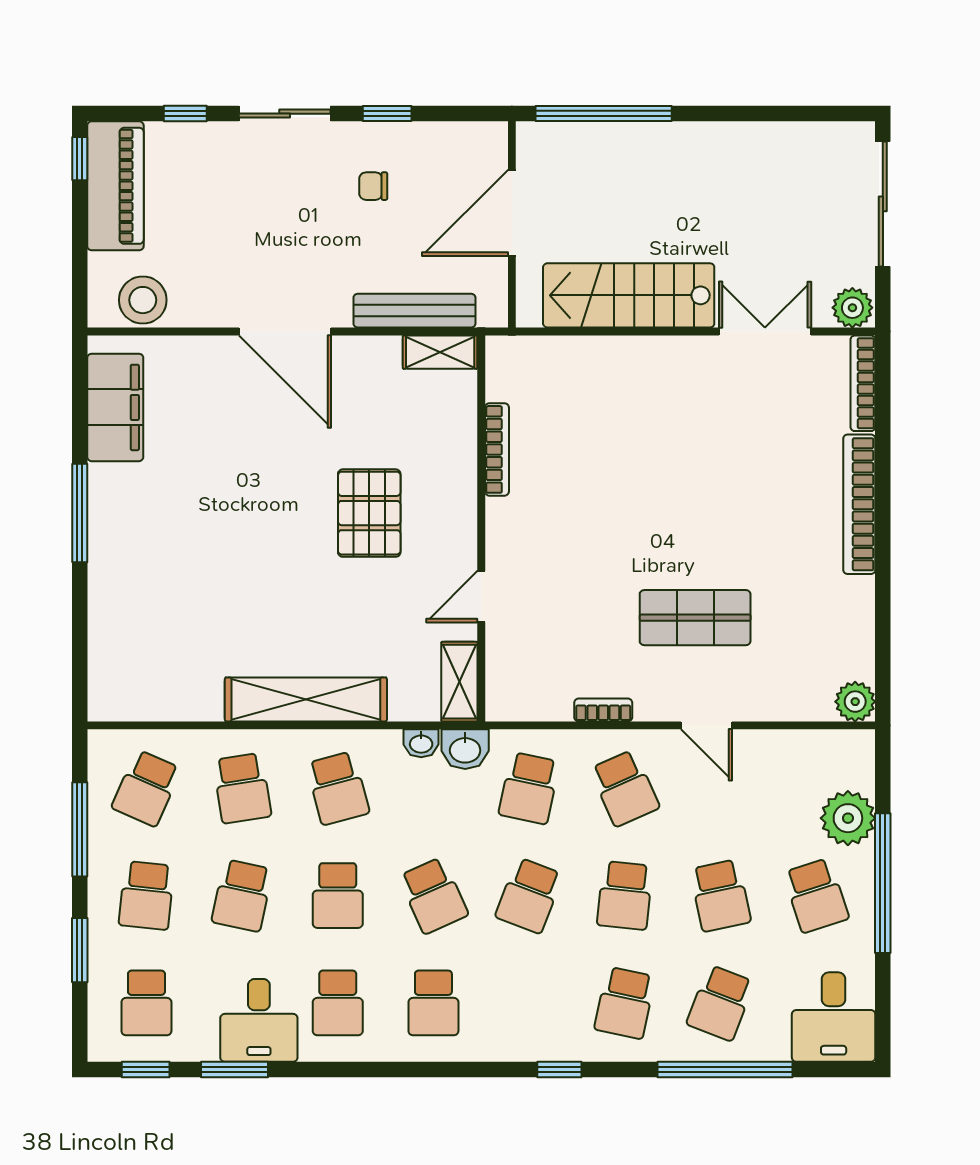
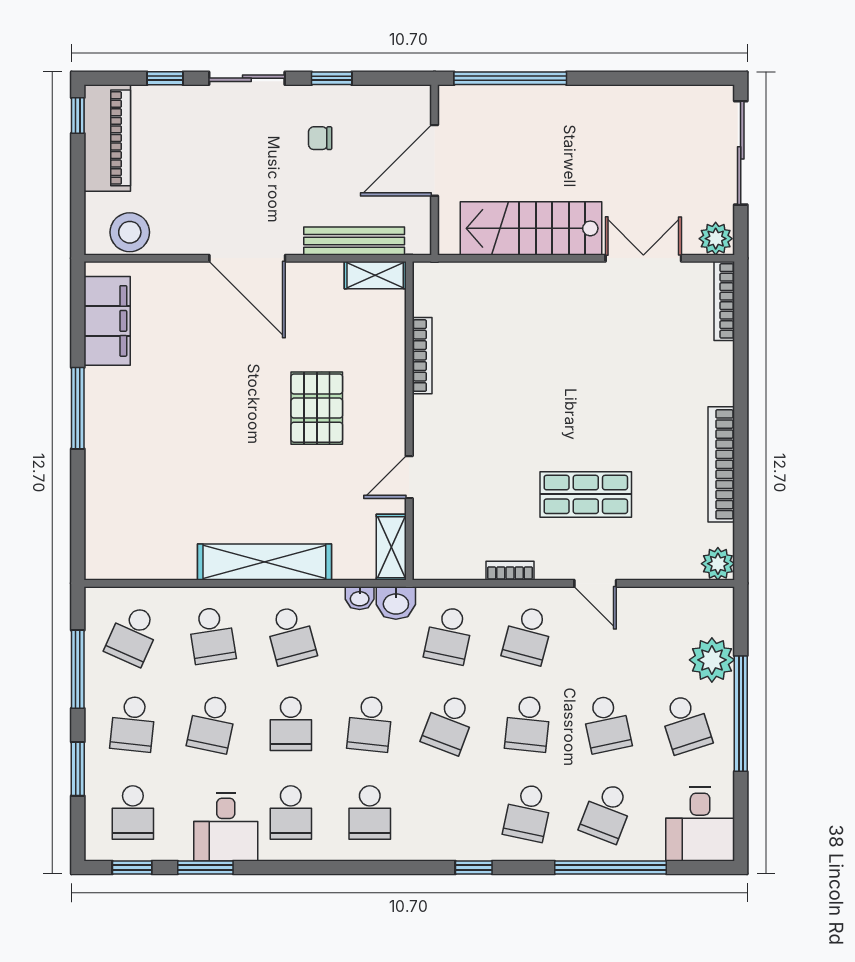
bookcase: (859, 504) -> (721, 464), moved
school desk: (625, 788) -> (528, 635), turned 39
school desk: (433, 896) -> (370, 724), turned 30

